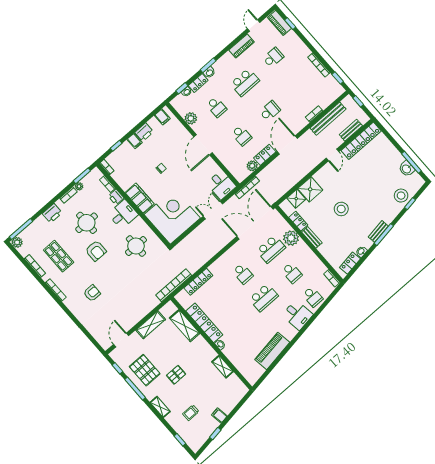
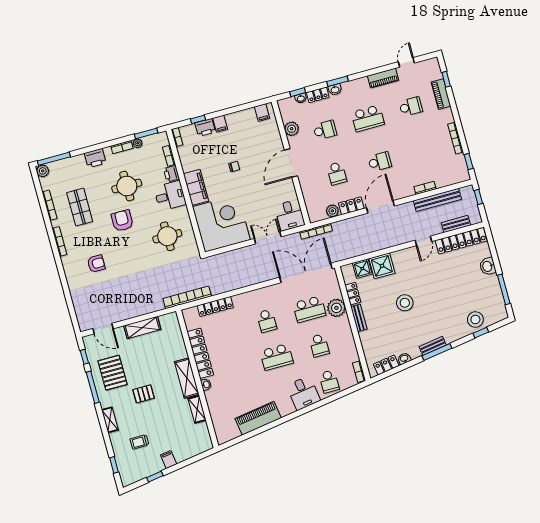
piano: (280, 23) -> (441, 94), moved
school desk: (217, 107) -> (325, 130), turned -90
printer: (144, 132) -> (205, 127), moved
washbasin: (407, 169) -> (488, 266), moved
armchair: (96, 251) -> (122, 221), turned 180
shelving: (185, 326) -> (187, 378), moved
door: (121, 340) -> (103, 329), swing flipped

